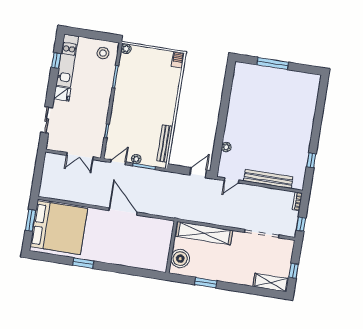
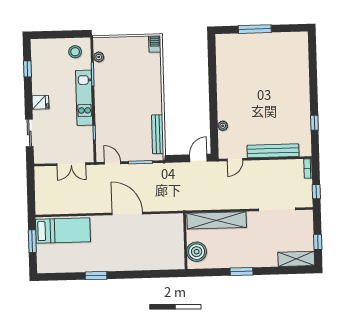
plant: (126, 49) -> (99, 57), moved
kitchen unit: (67, 61) -> (84, 98), moved, turned 180
plant: (136, 159) -> (131, 156), removed
door: (118, 162) -> (113, 163), hinge flipped
bed: (59, 228) -> (63, 231), width x0.49
window: (206, 283) -> (242, 271), moved

